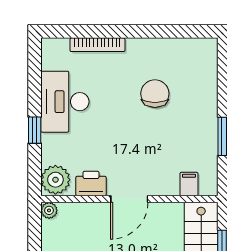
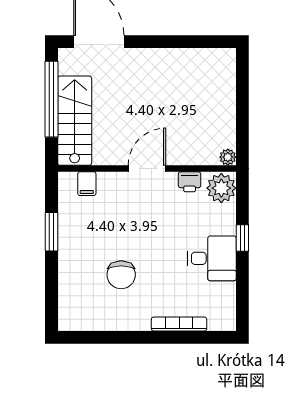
desk: (65, 102) -> (212, 258), width x0.73
printer: (91, 184) -> (190, 182), width x0.73, depth x0.81

